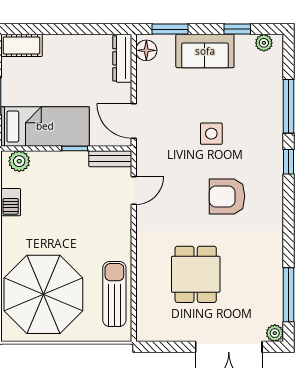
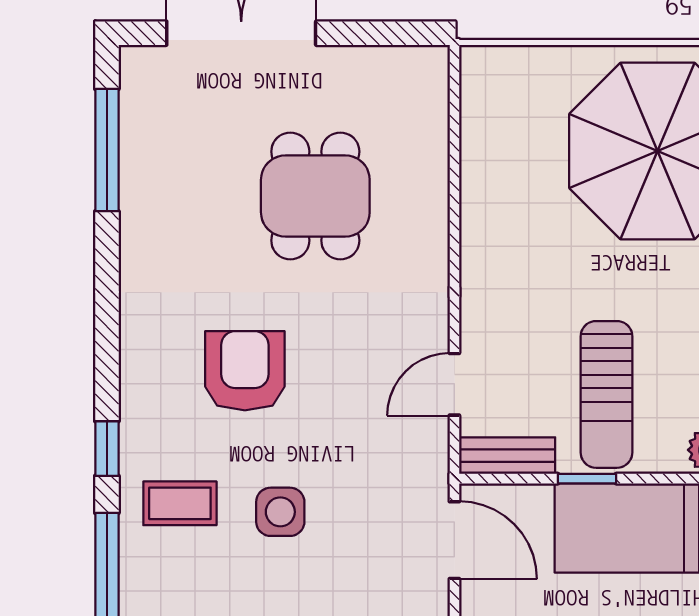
coffee table: (256, 137) -> (180, 503), added
armchair: (227, 196) -> (245, 371), turned -90
sun lounger: (114, 294) -> (606, 394), moved
plant: (275, 333) -> (138, 64), removed

